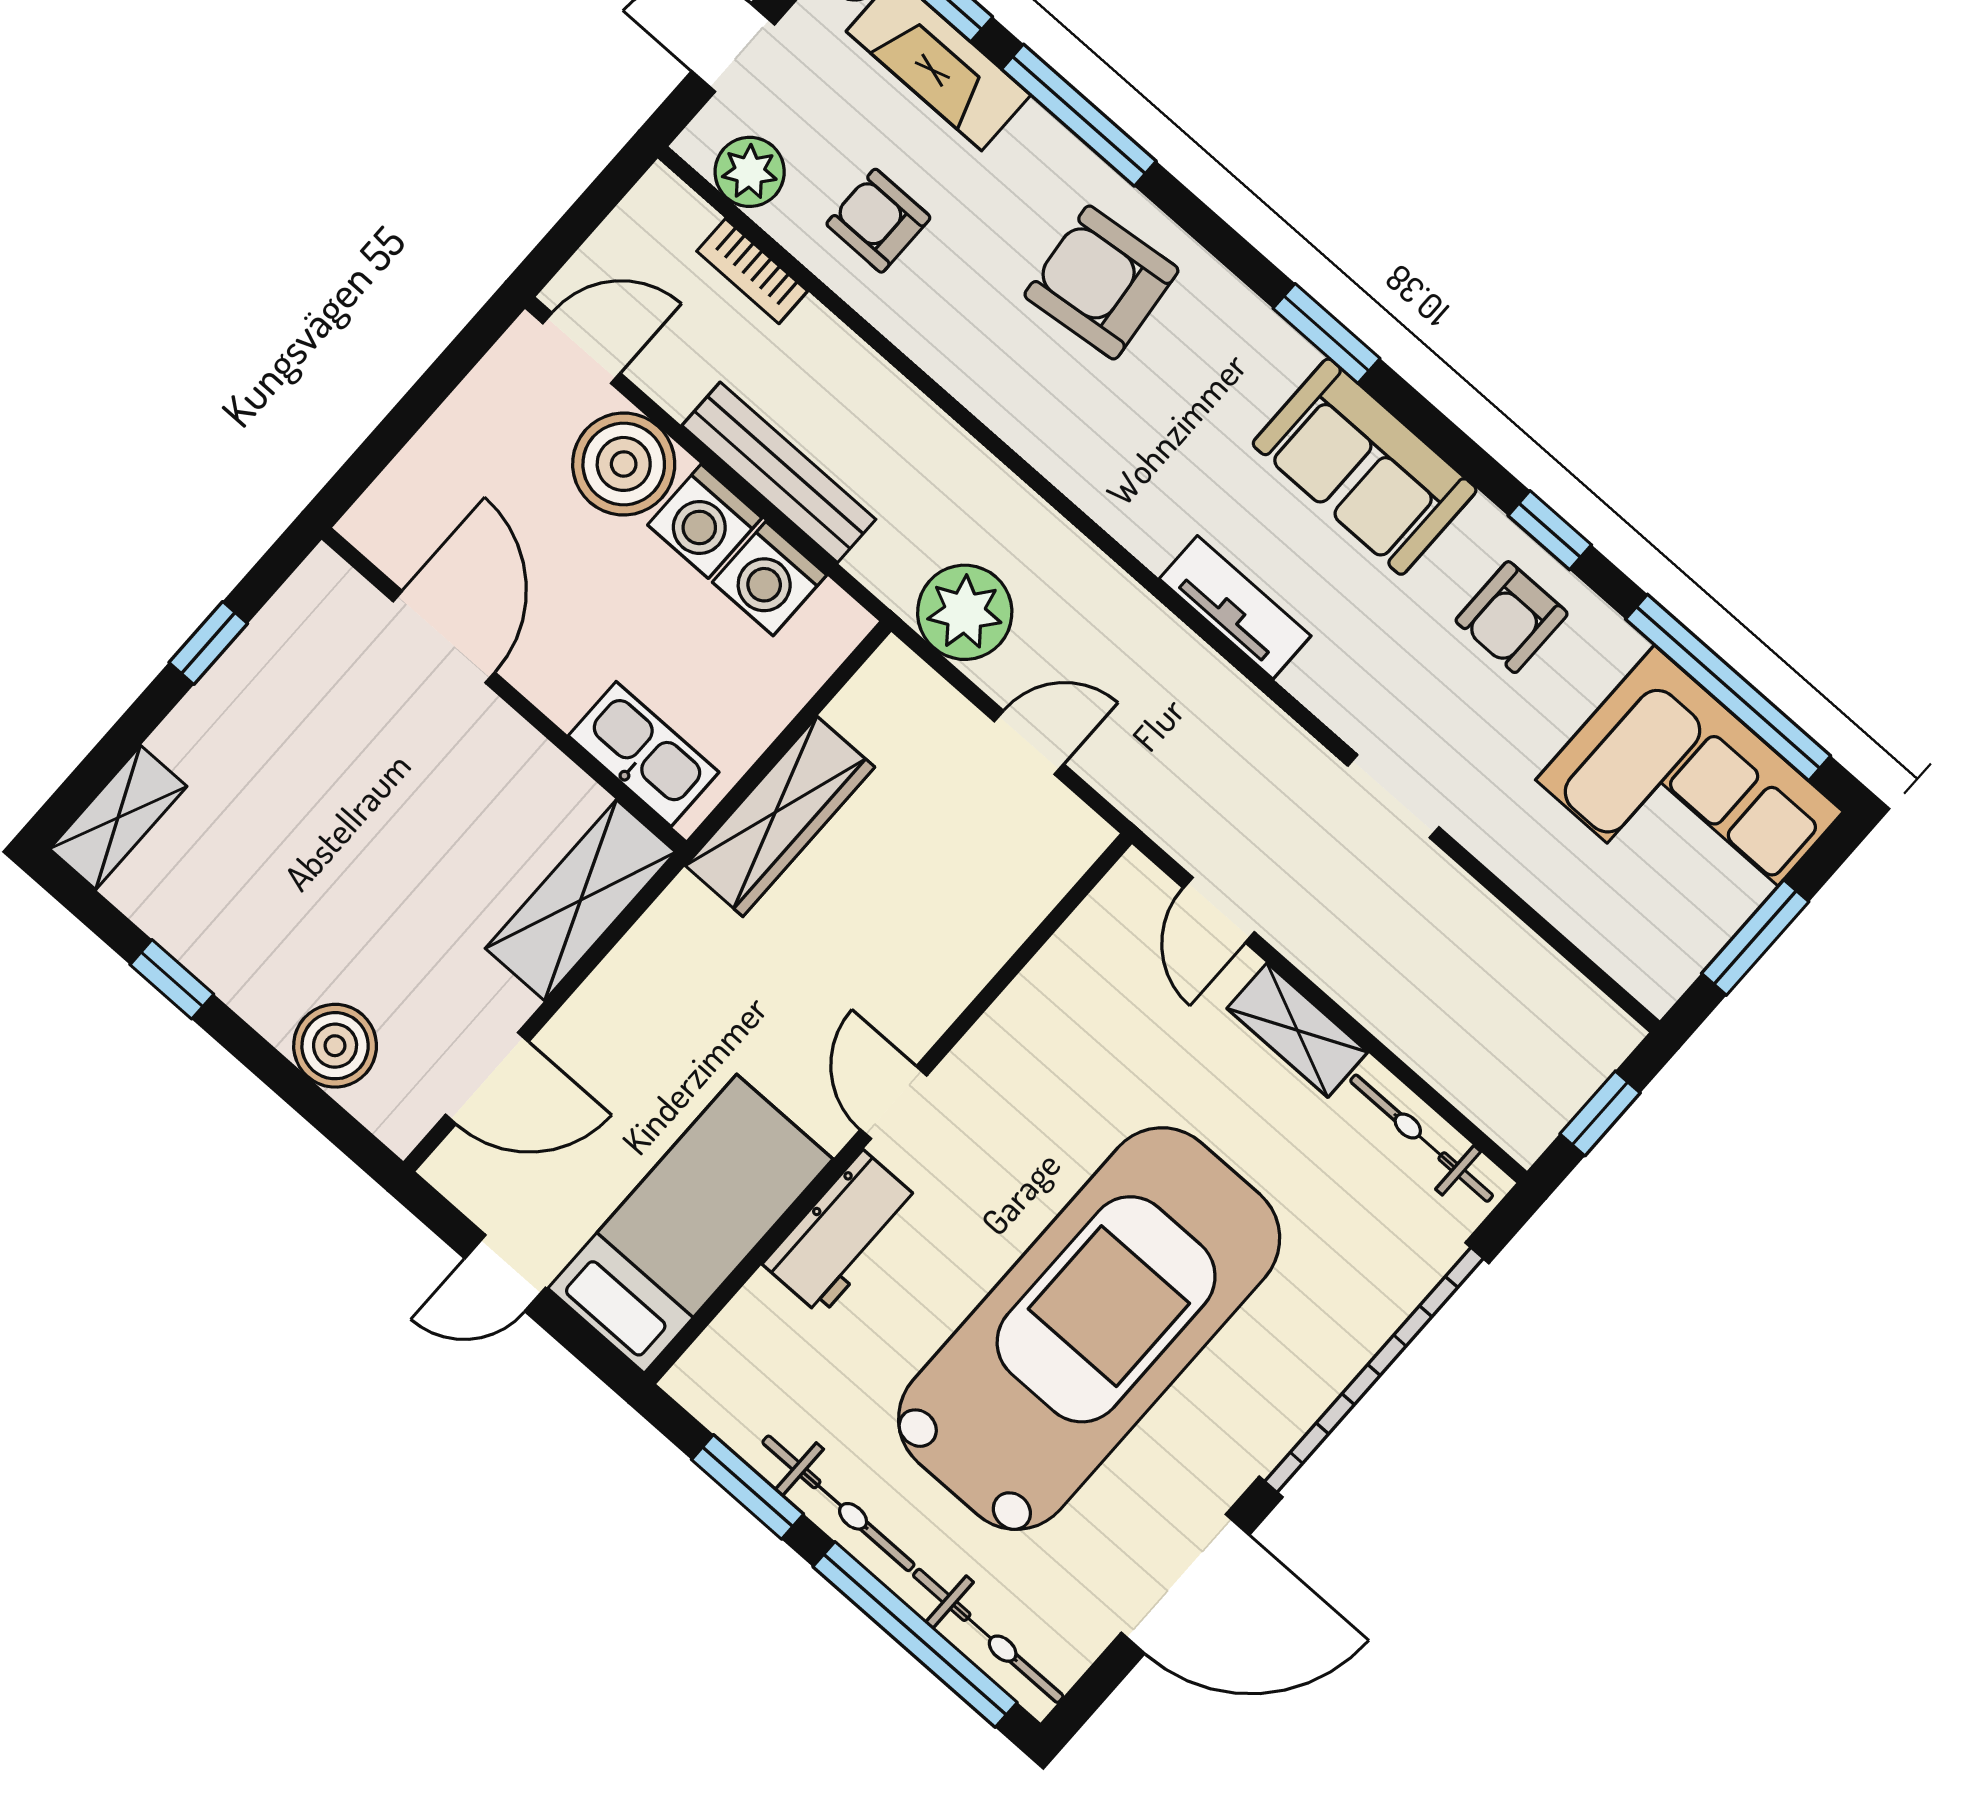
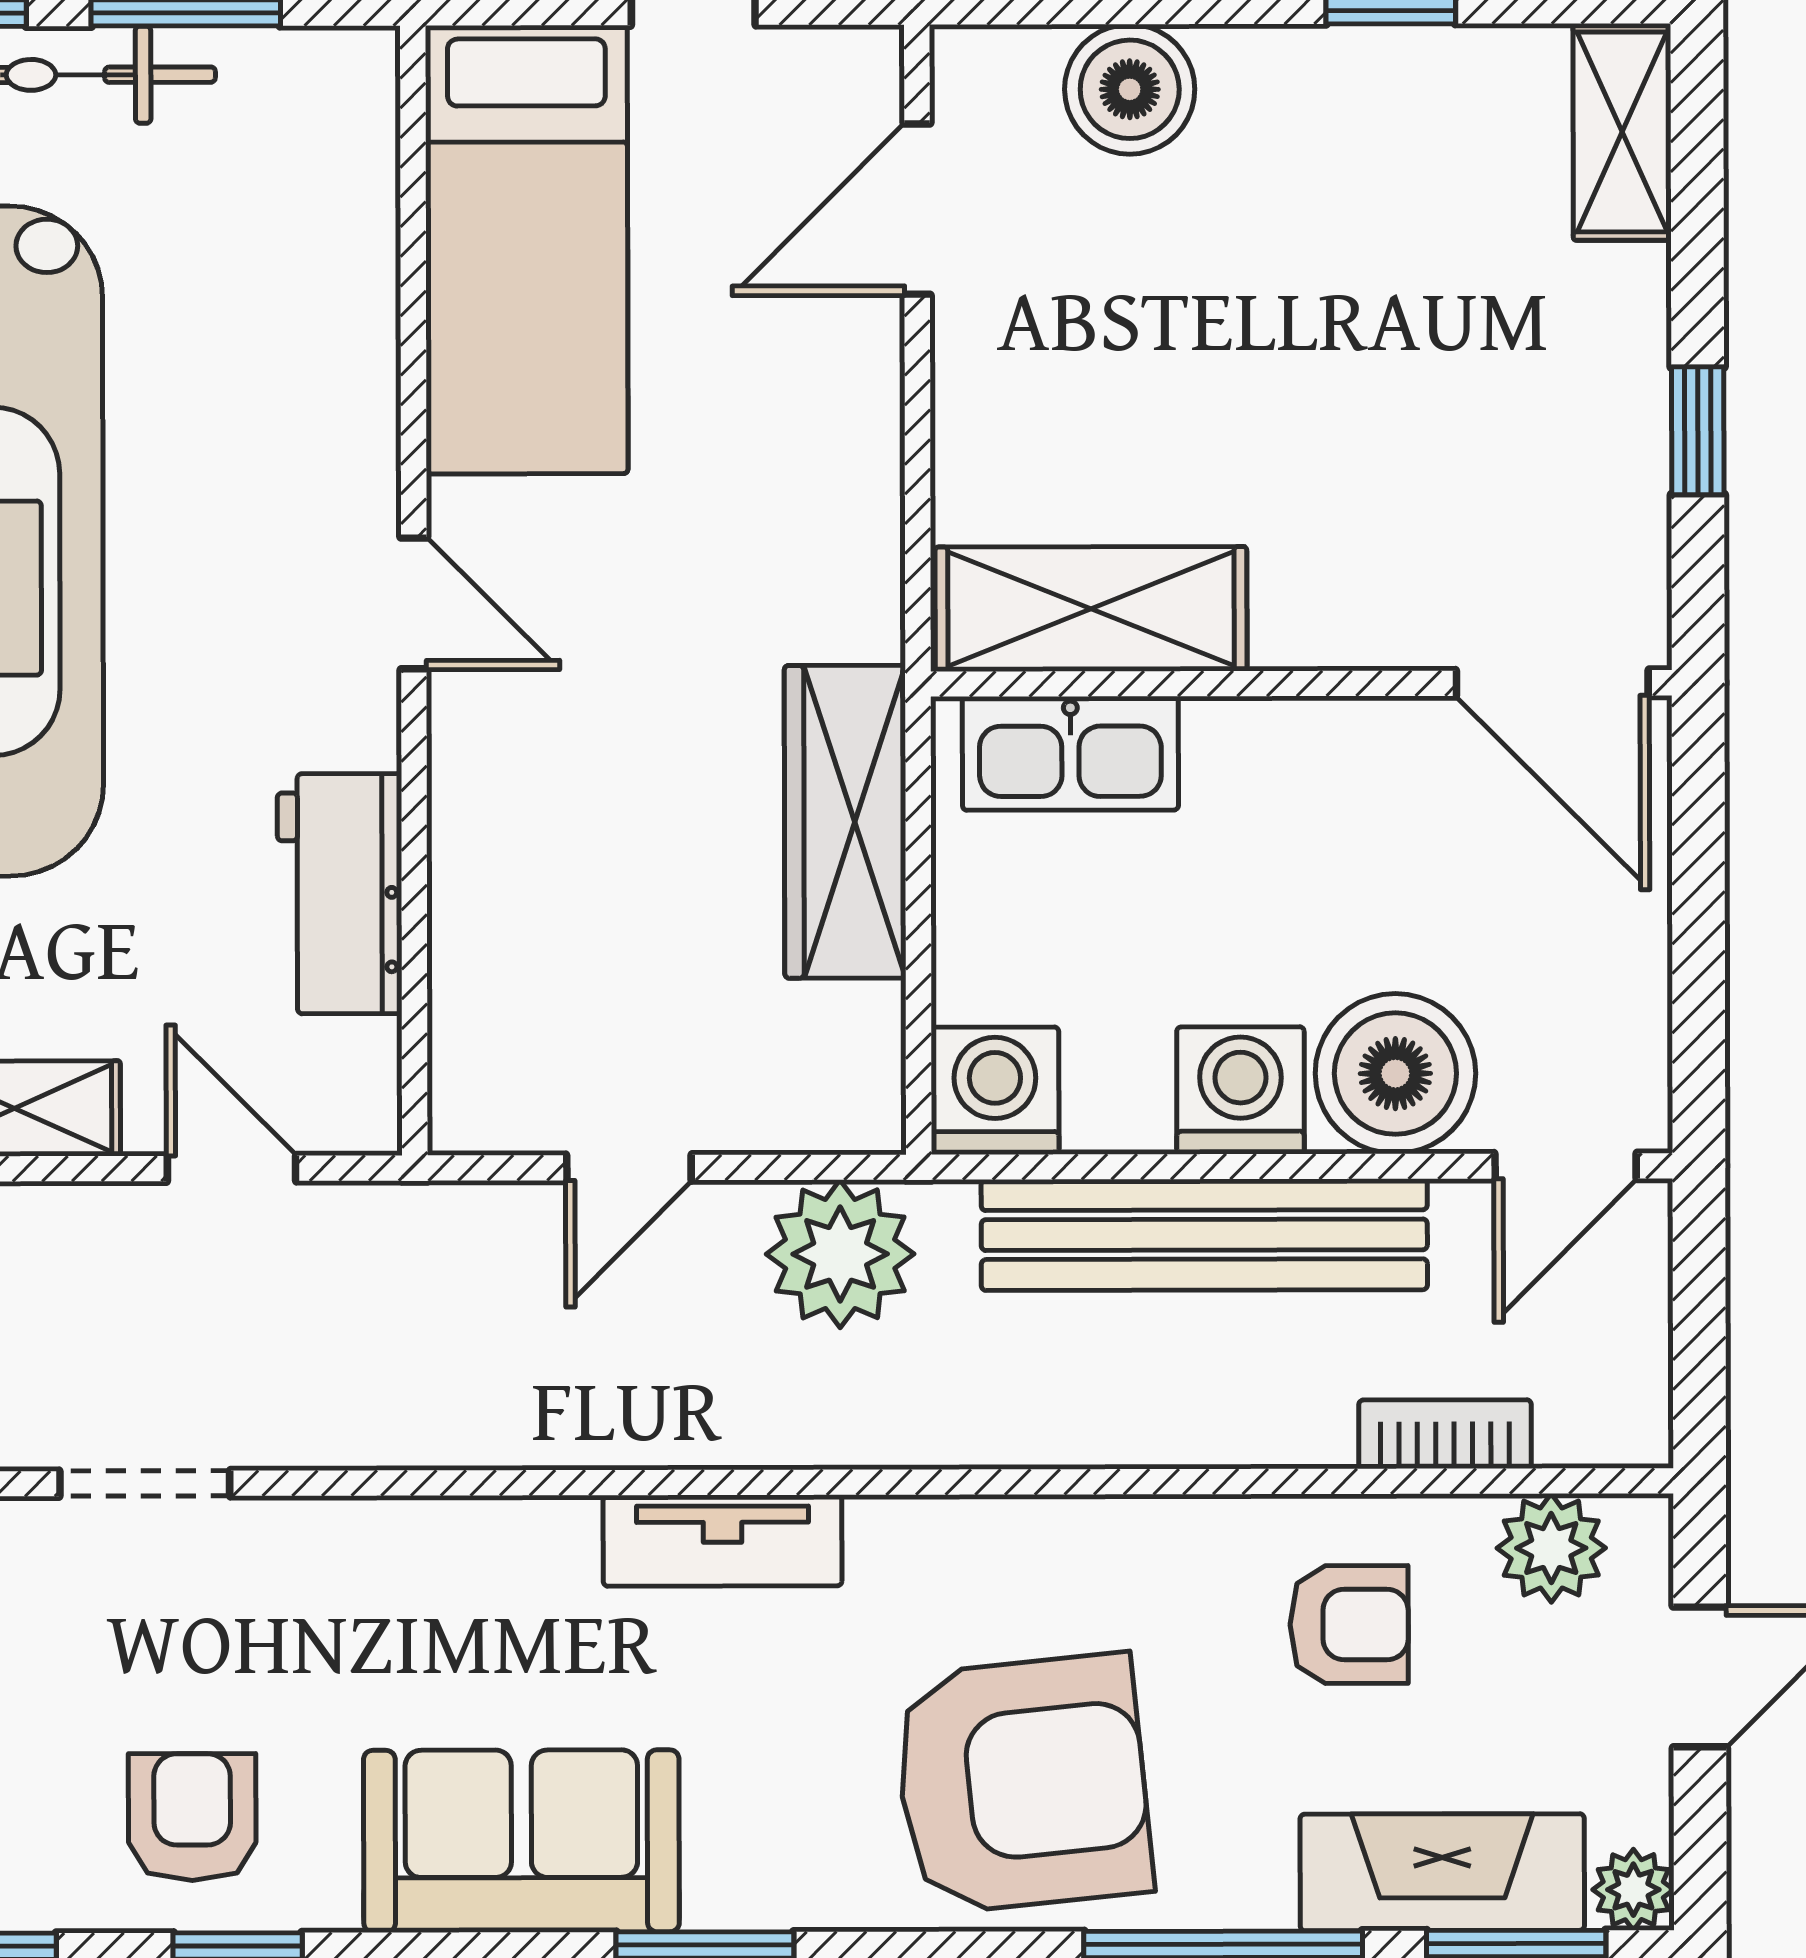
armchair: (1101, 282) -> (1022, 1784), width x1.36, depth x1.36
bench: (779, 472) -> (1204, 1235), width x1.37, depth x1.21
washing machine: (770, 579) -> (995, 1091), moved
tv unit: (1235, 607) -> (723, 1541), moved
door: (444, 637) -> (1552, 683), moved
shelving: (580, 900) -> (1091, 609), moved, turned 90
workbench: (842, 1233) -> (340, 894), moved

